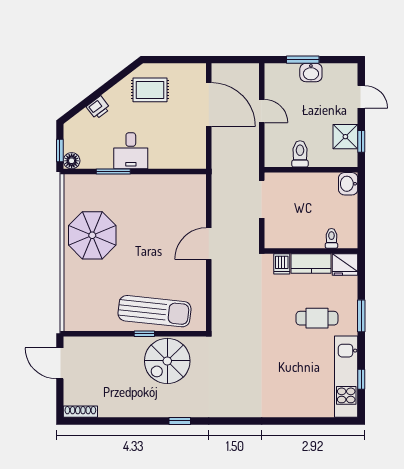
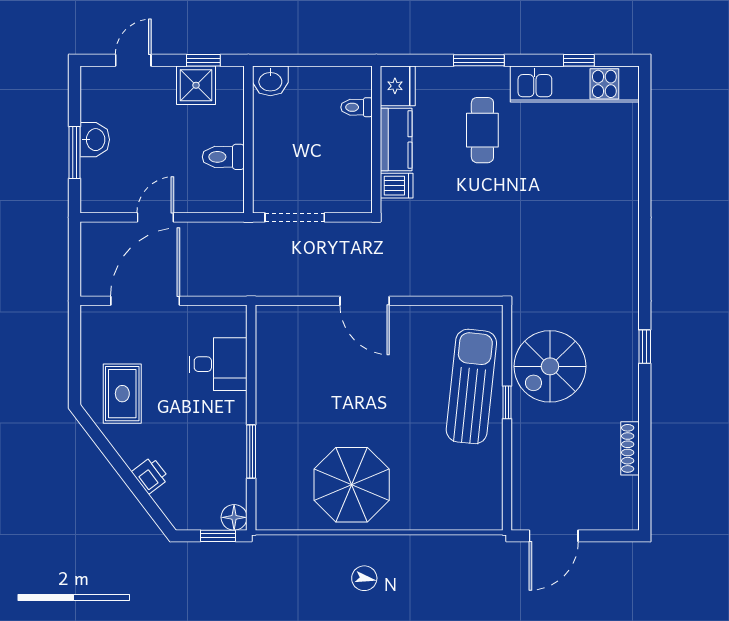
desk: (131, 151) -> (218, 364), moved
spiral stairs: (167, 361) -> (550, 366), turned 90
shoe rack: (80, 412) -> (630, 448), moved

